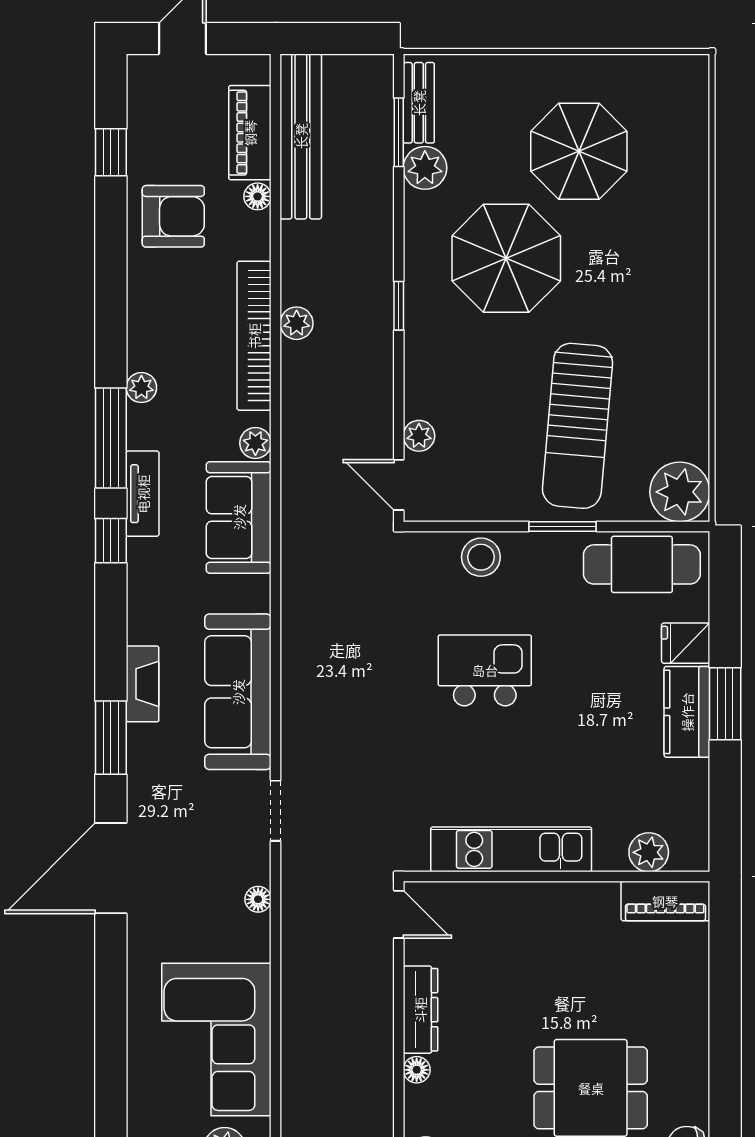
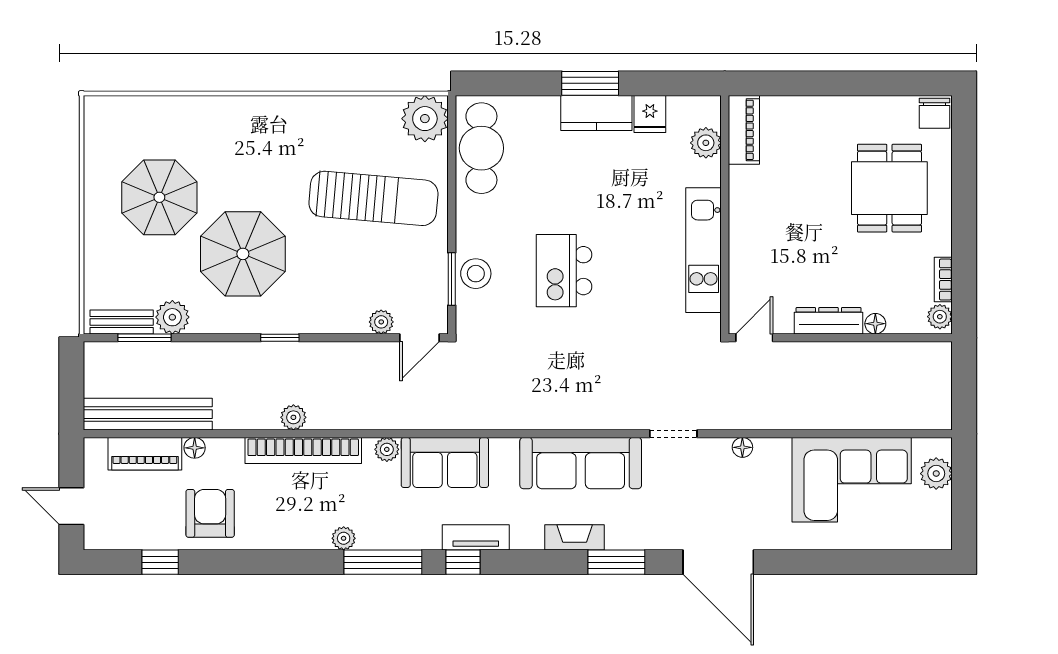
tv unit: (143, 494) -> (476, 537), moved
window: (563, 526) -> (452, 279), moved
fridge: (686, 643) -> (650, 114), moved

